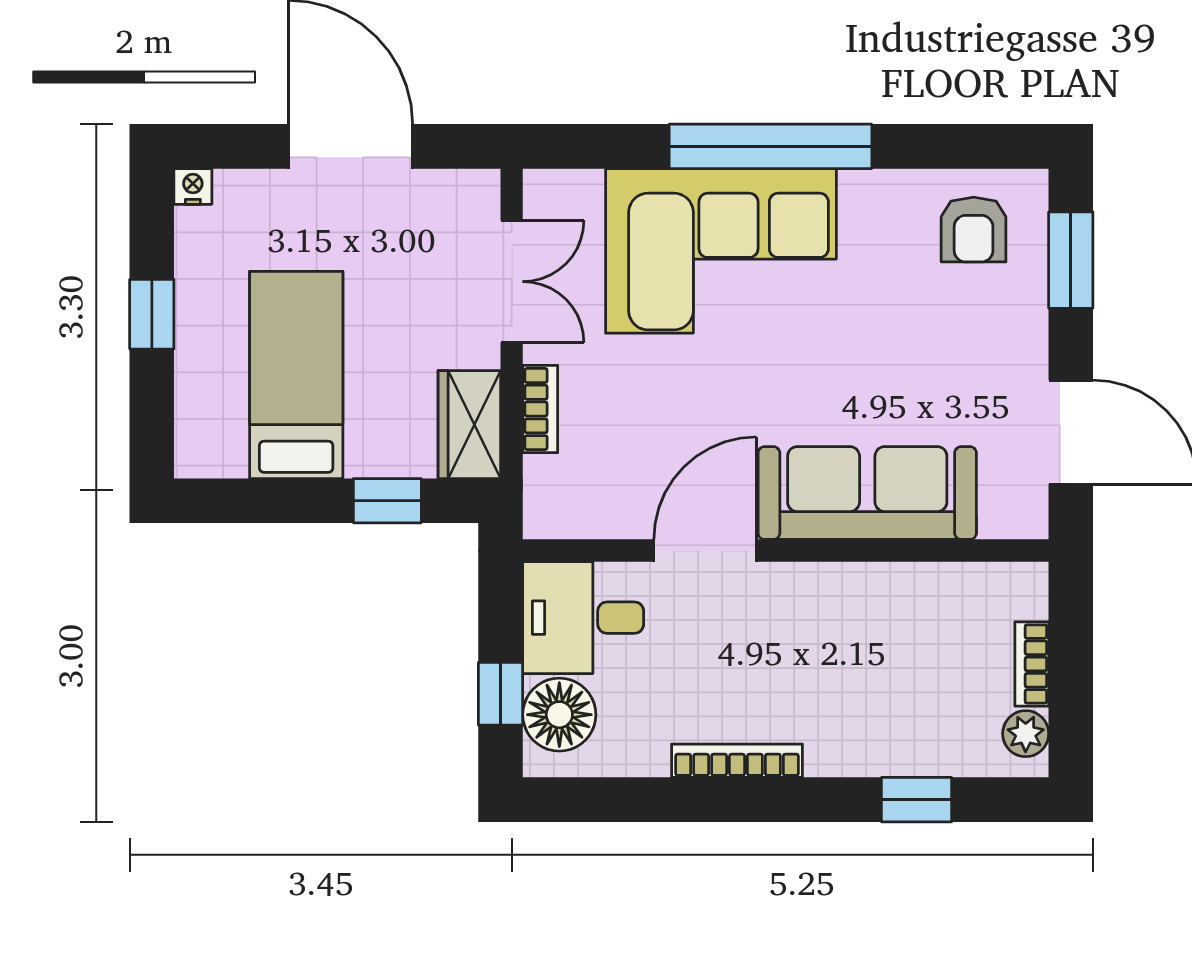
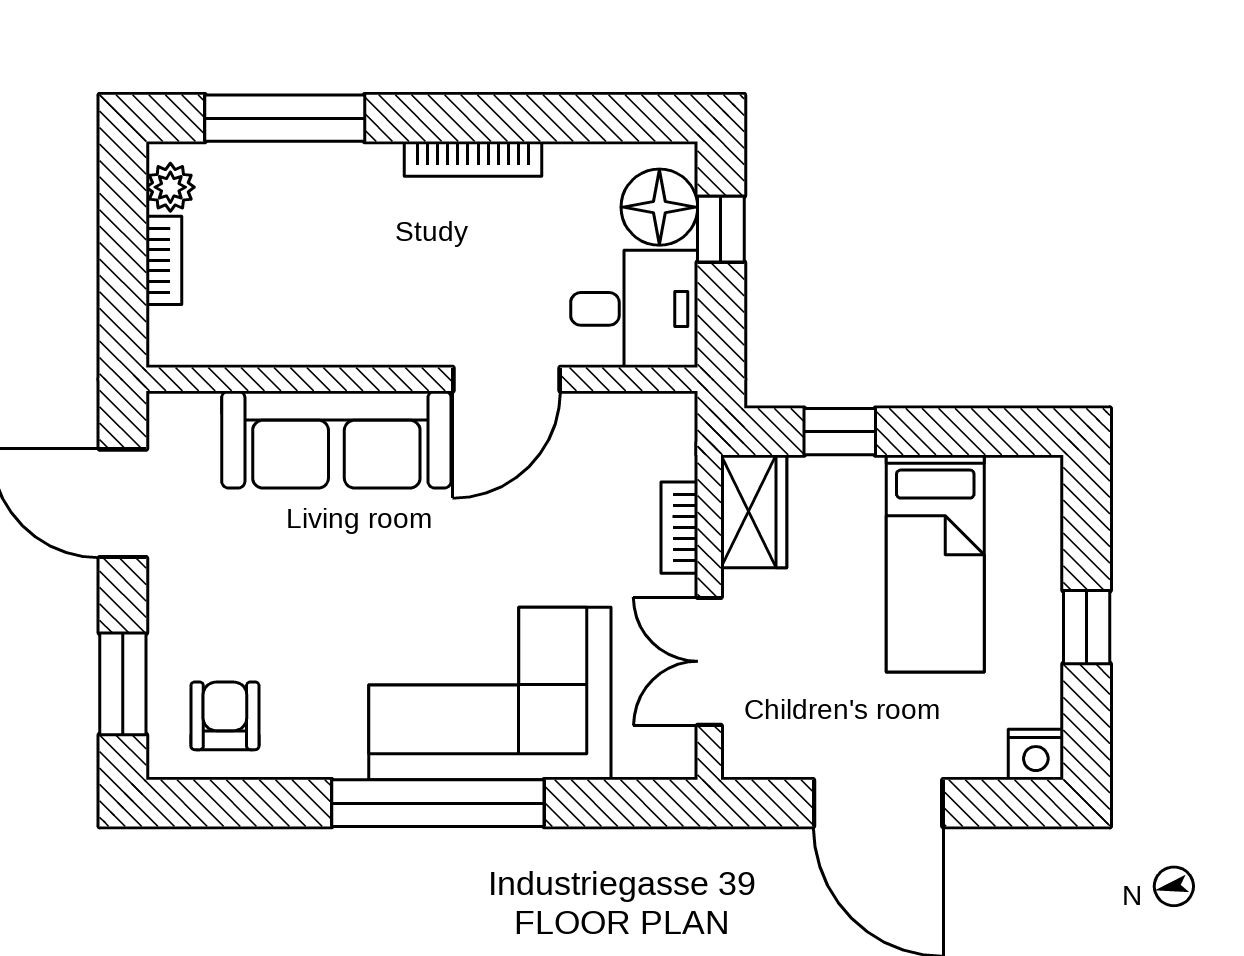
nightstand: (193, 186) -> (1036, 755), width x1.39, depth x1.35
window: (917, 800) -> (285, 118), width x2.17

